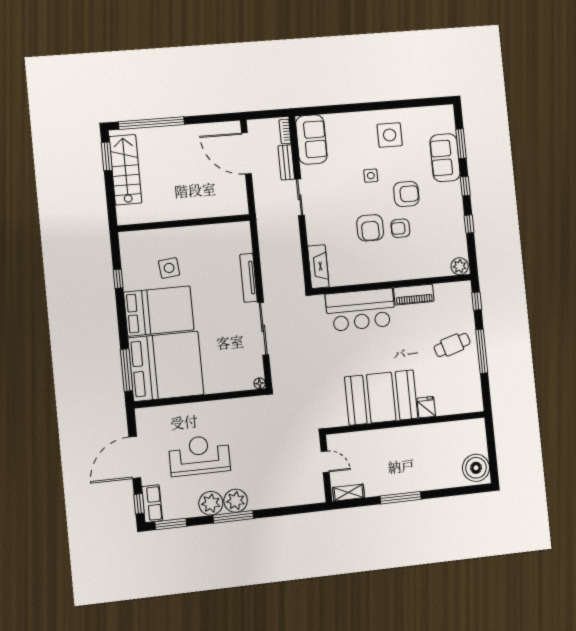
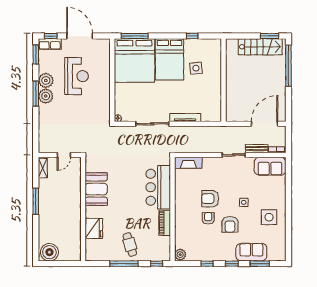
booth: (381, 398) -> (96, 189), width x0.73, depth x0.70
fridge: (426, 407) -> (94, 228), width x1.88, depth x1.34

